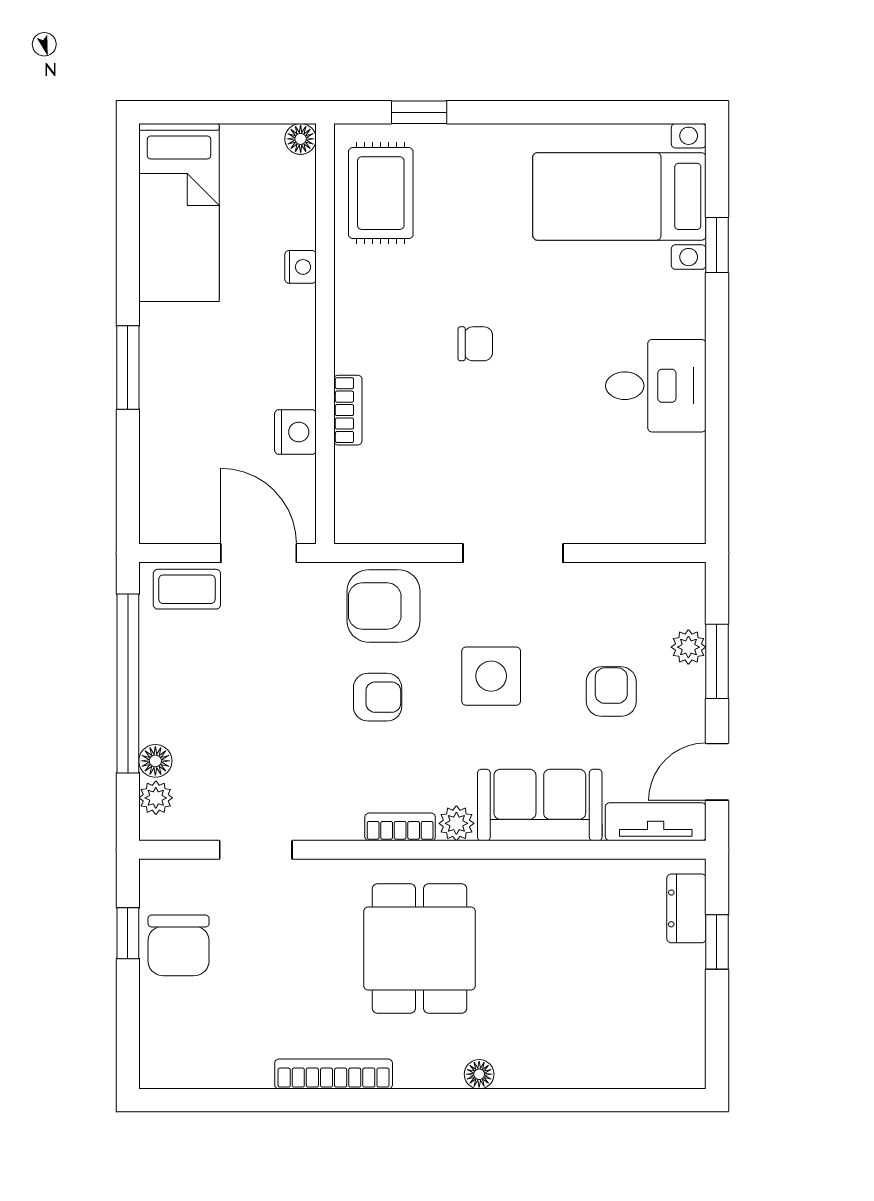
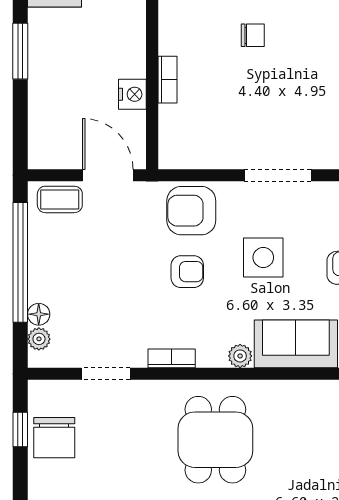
bookcase: (400, 827) -> (172, 358), moved

